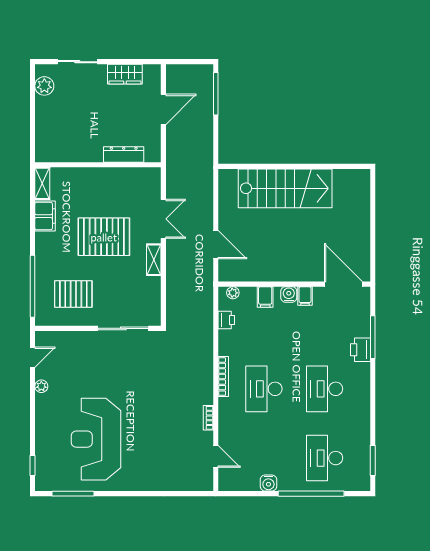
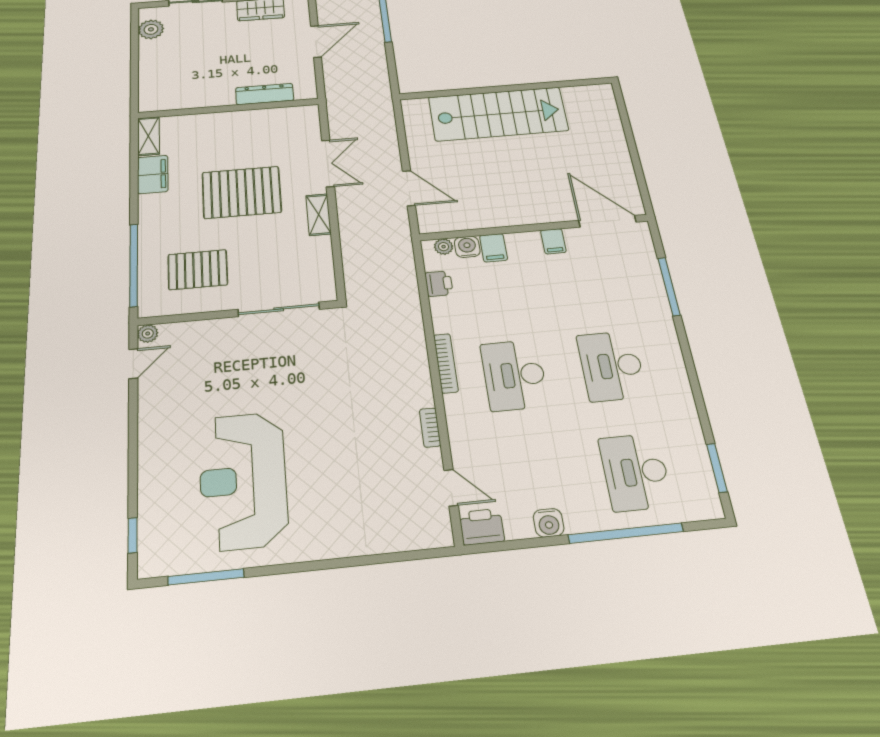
water cooler: (289, 294) -> (467, 247), moved
printer: (360, 350) -> (482, 527), moved, turned 90
plant: (41, 386) -> (148, 334), moved

